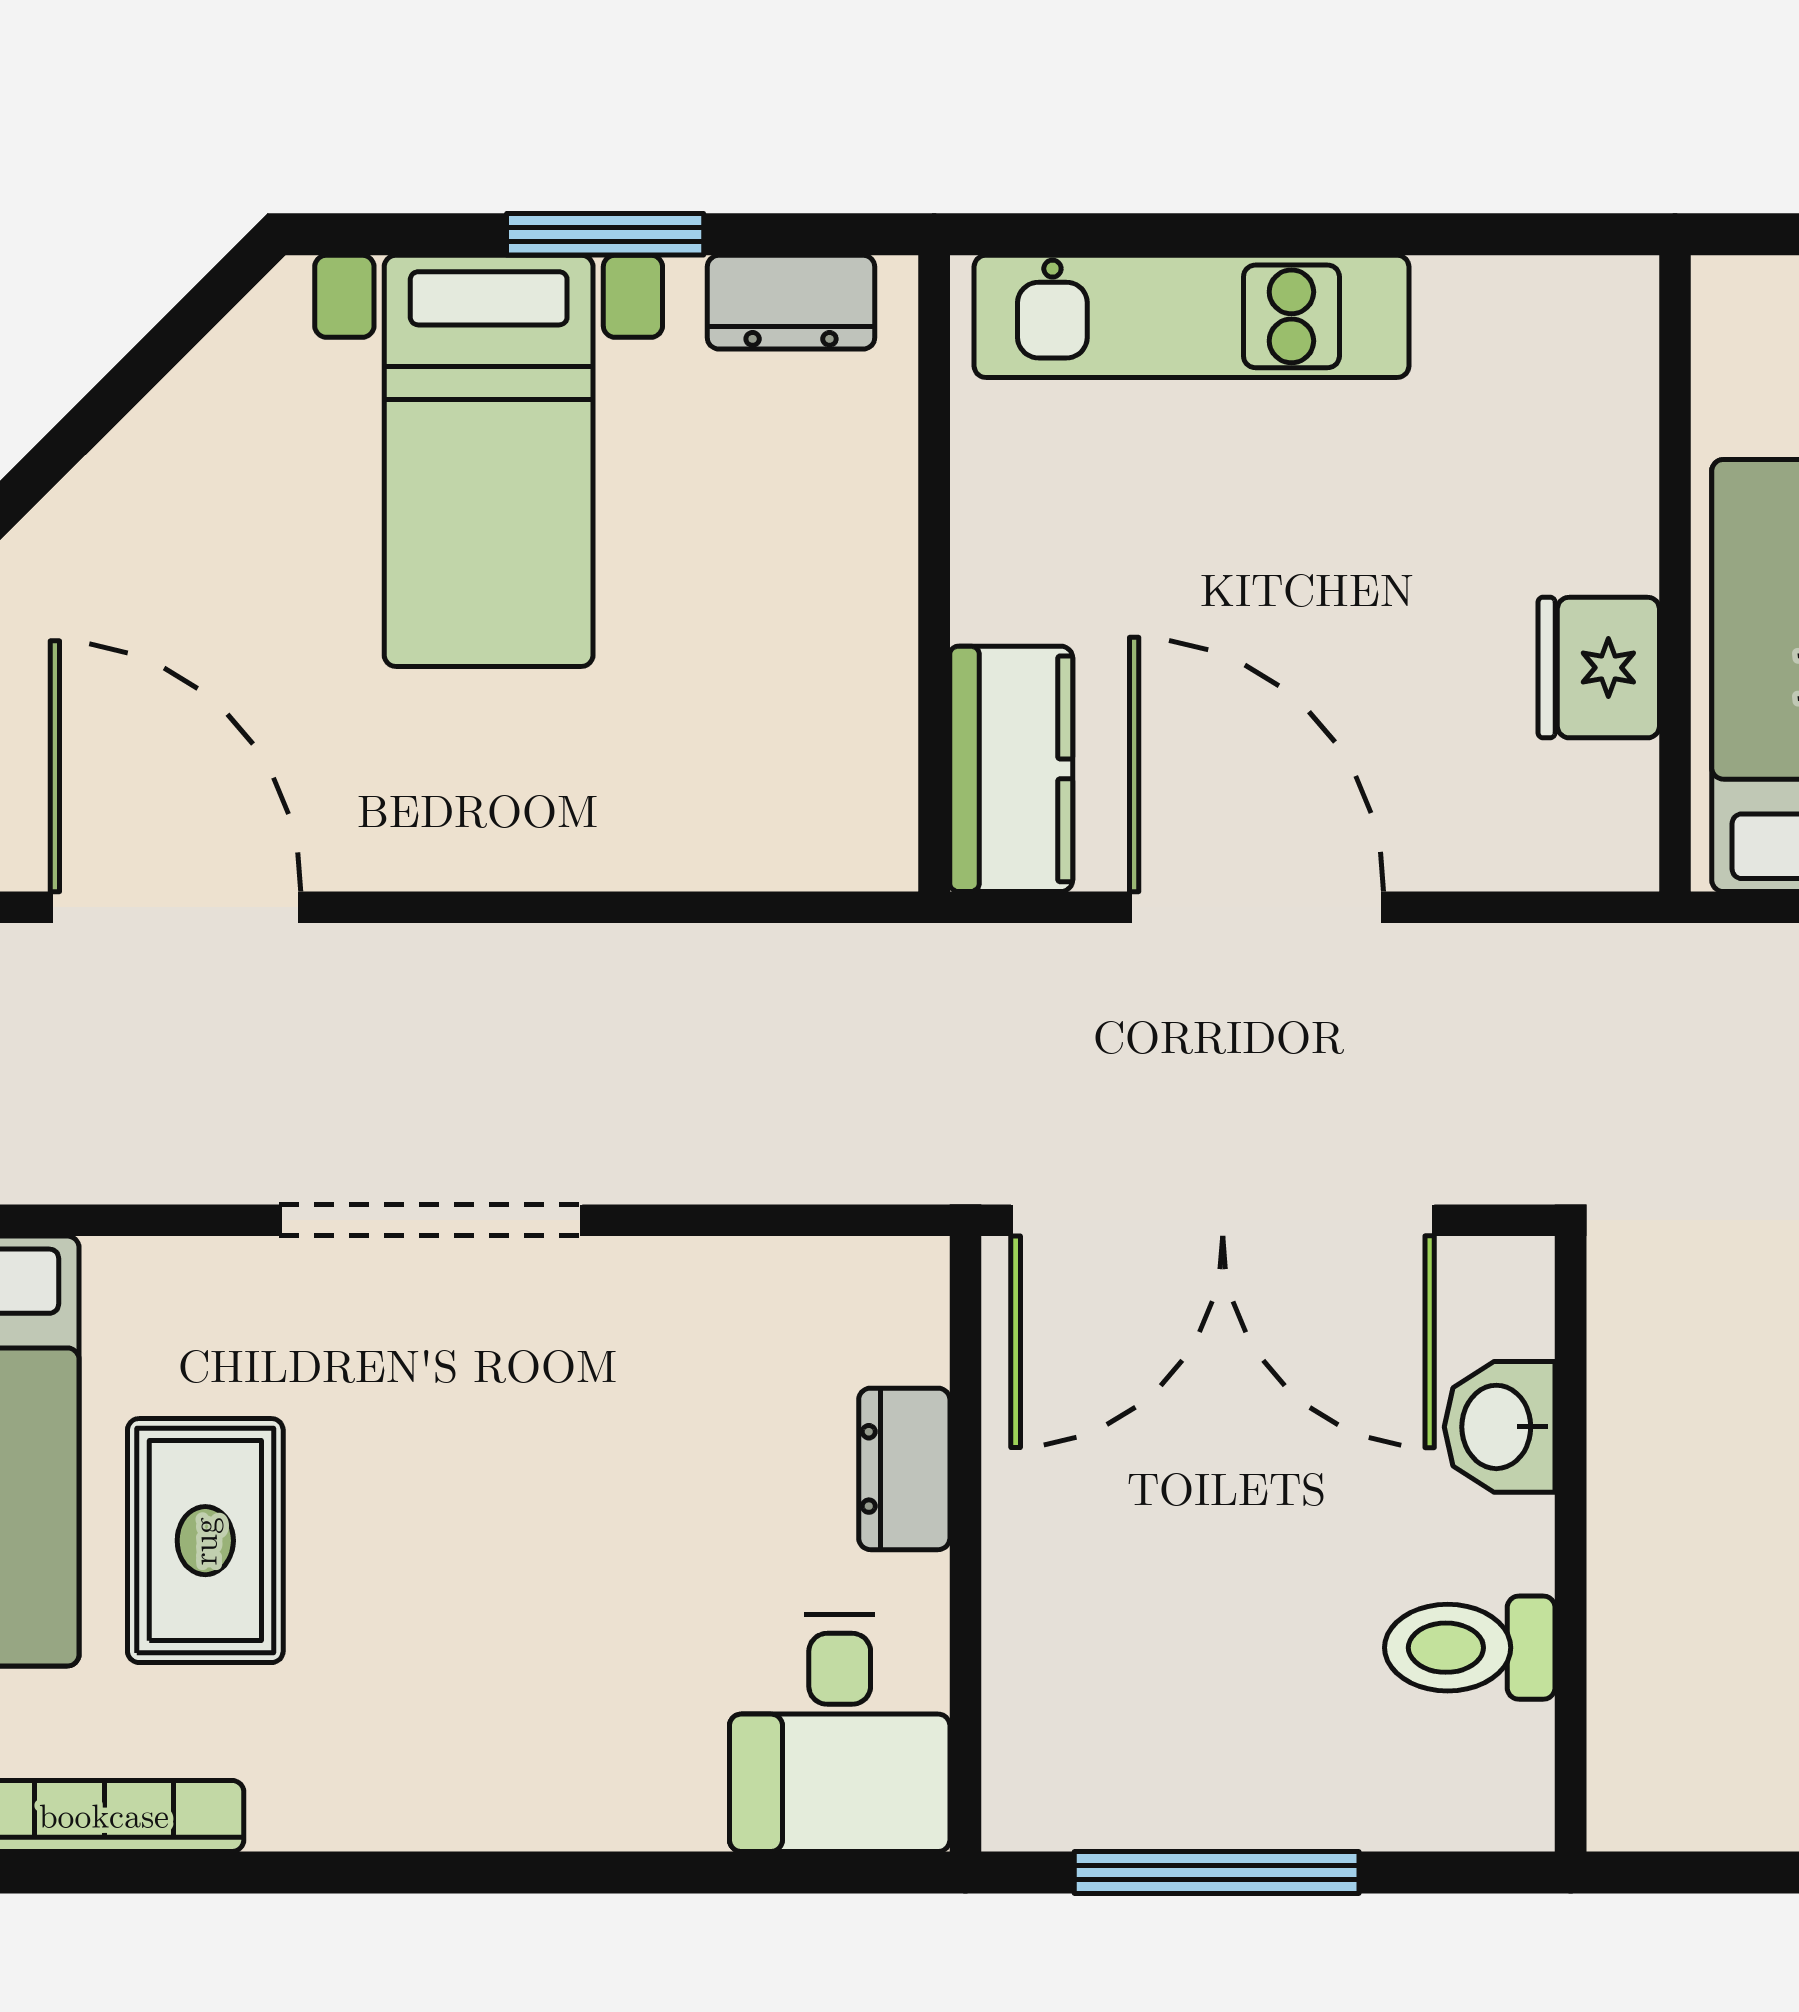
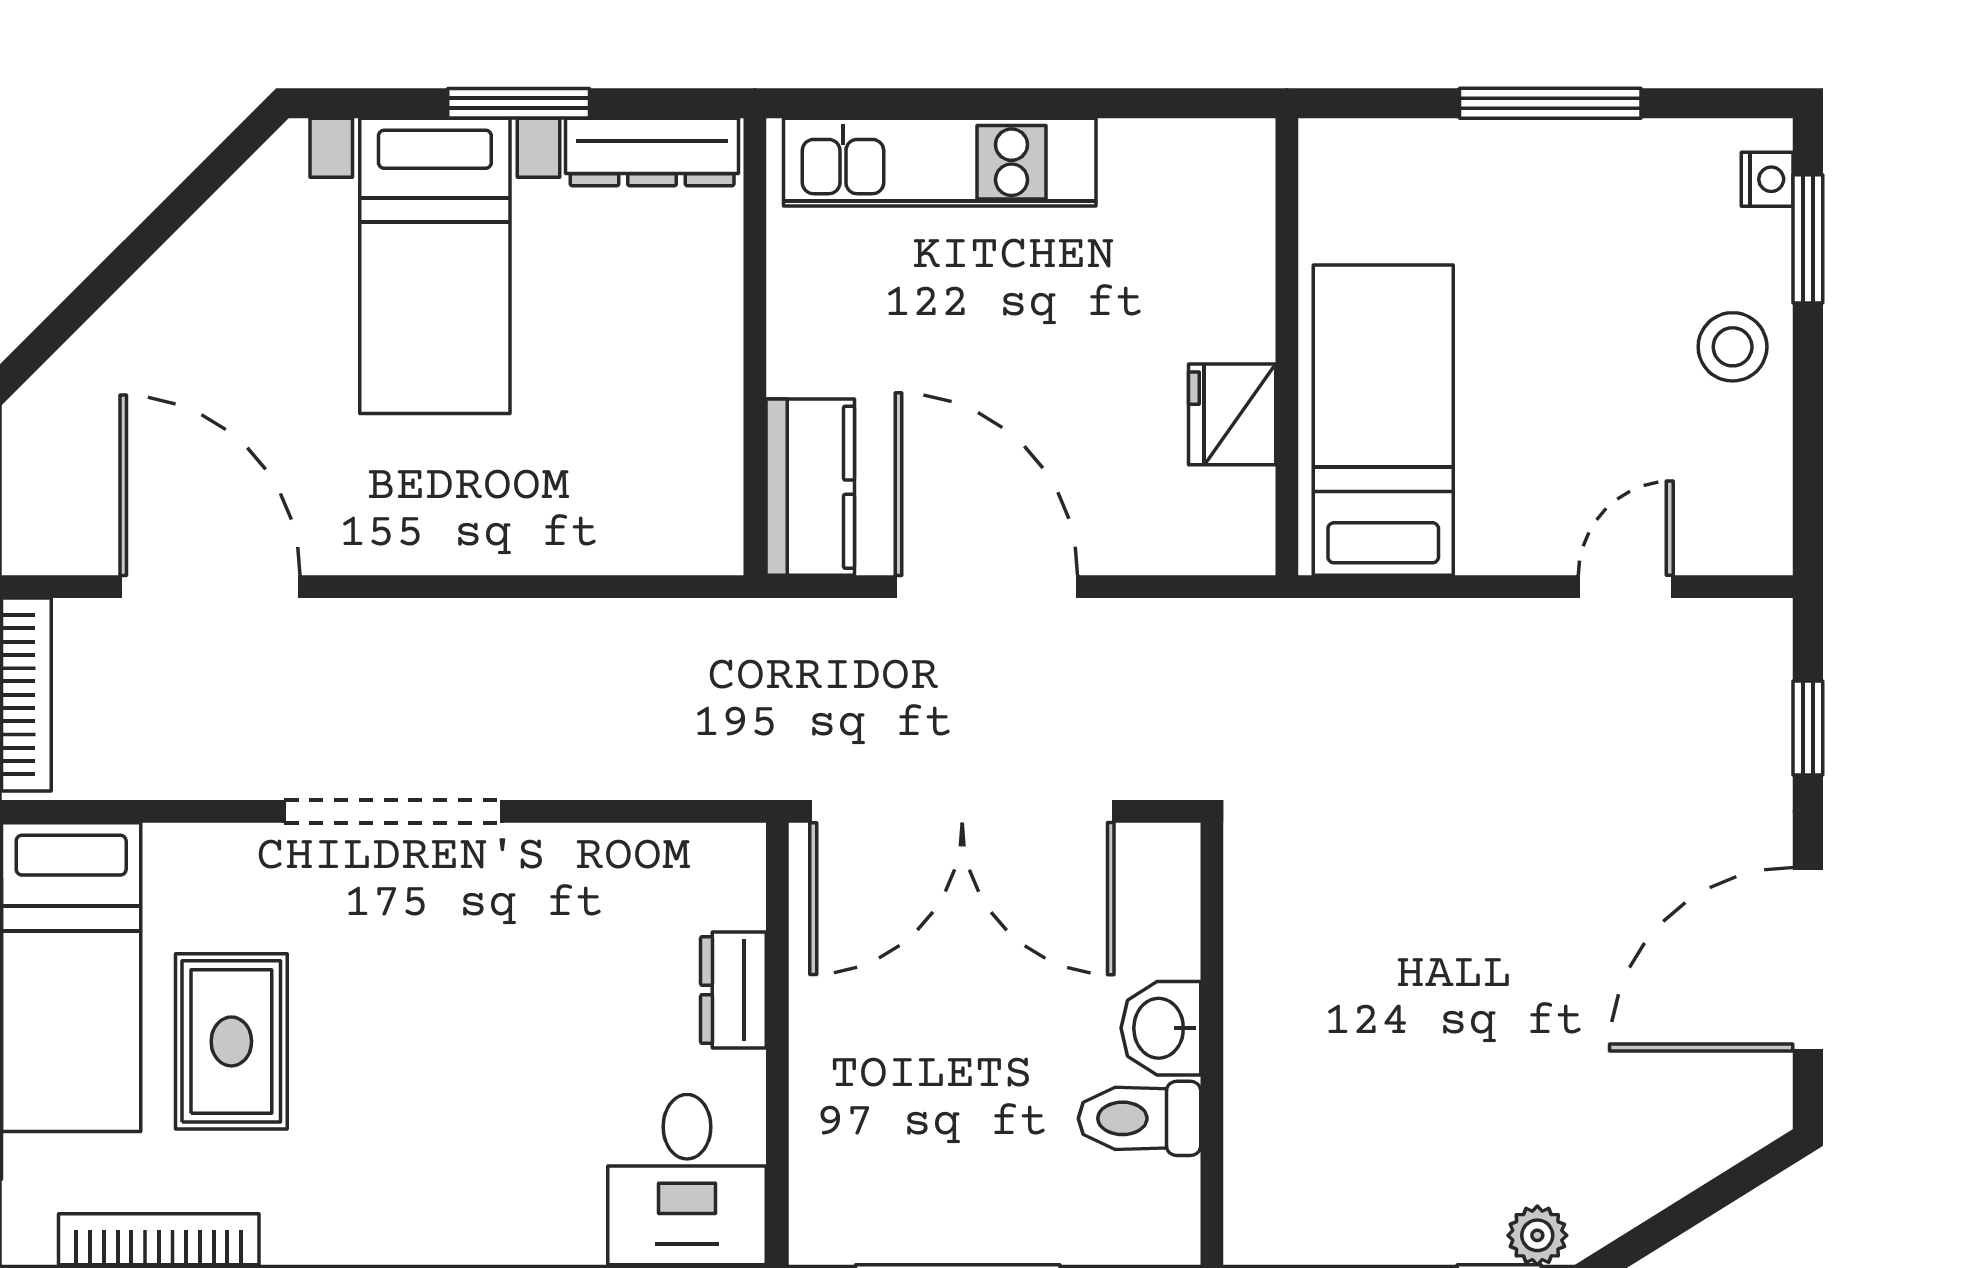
dresser: (791, 302) -> (652, 152), width x1.44
washbasin: (1500, 1427) -> (1161, 1028), moved

